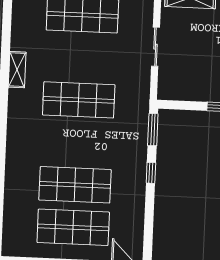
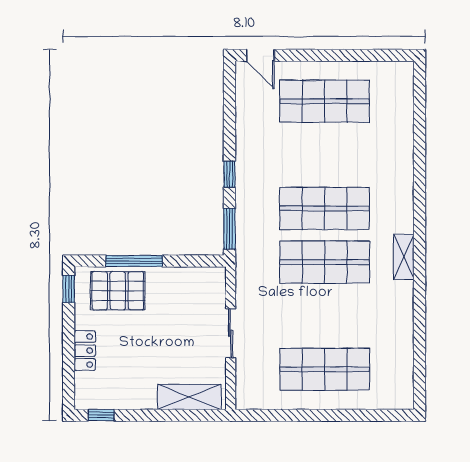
shelving: (17, 70) -> (404, 257), moved
shop shelf: (75, 185) -> (325, 208), moved

